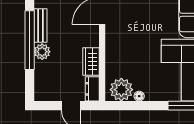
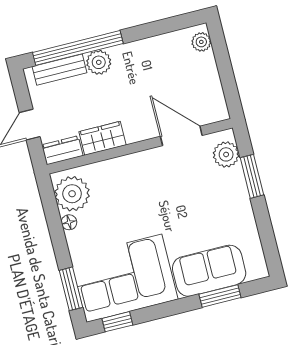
bench: (40, 26) -> (59, 70), moved
window: (30, 40) -> (78, 48), moved

